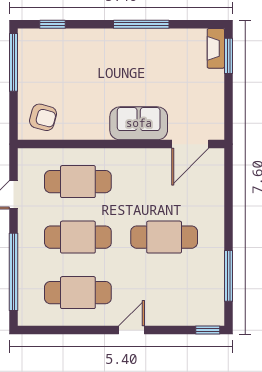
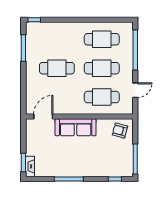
sofa: (139, 123) -> (76, 127), width x1.36
door: (132, 330) -> (74, 20), removed

